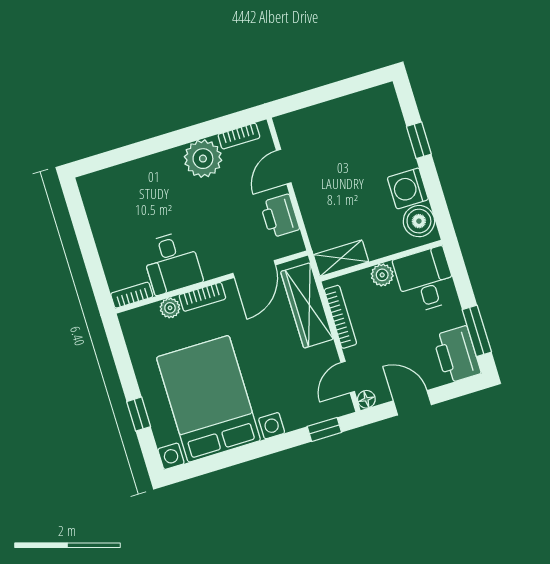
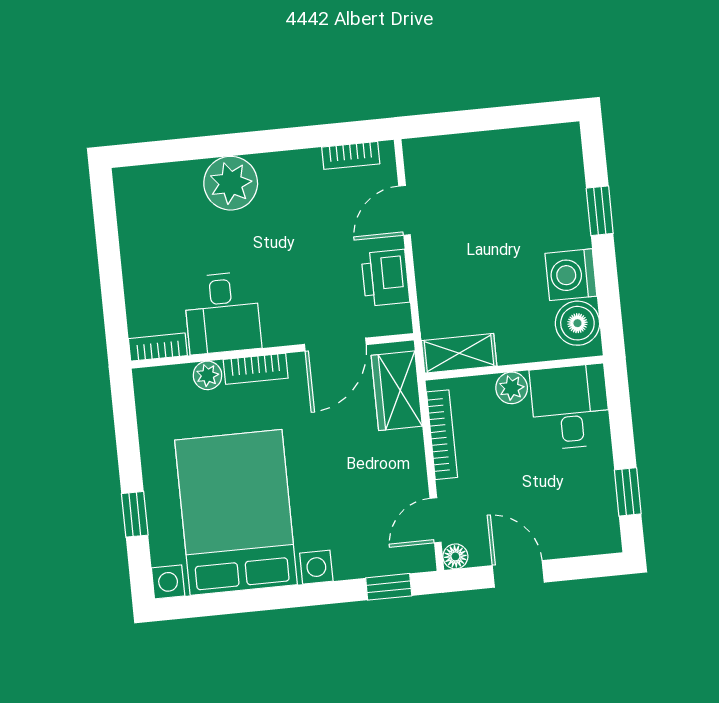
plant: (203, 159) -> (231, 183), moved
wardrobe: (307, 305) -> (397, 391), width x0.67
window: (477, 331) -> (628, 492), width x0.67
printer: (457, 355) -> (593, 519), removed

